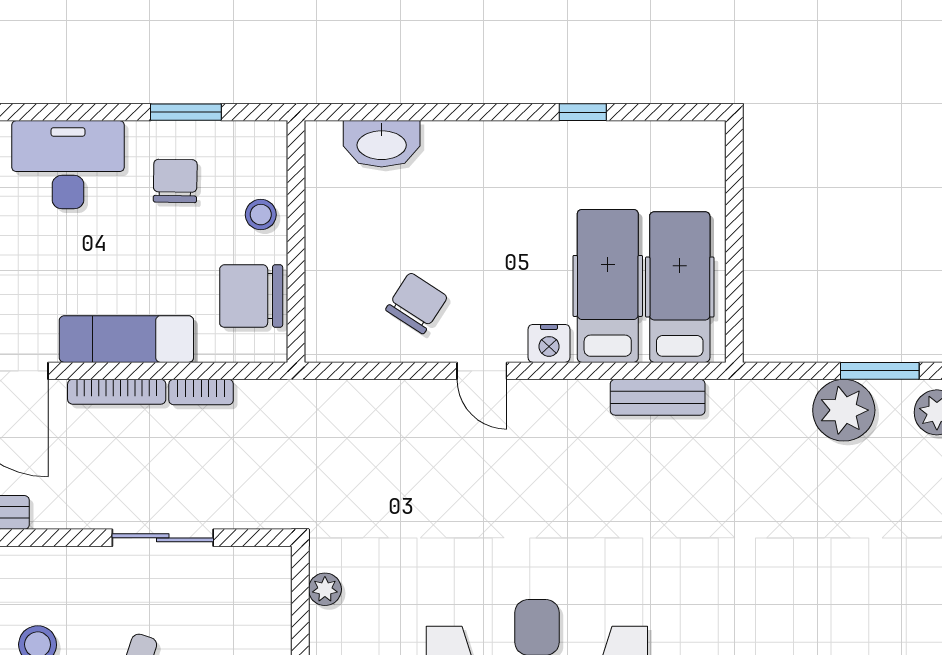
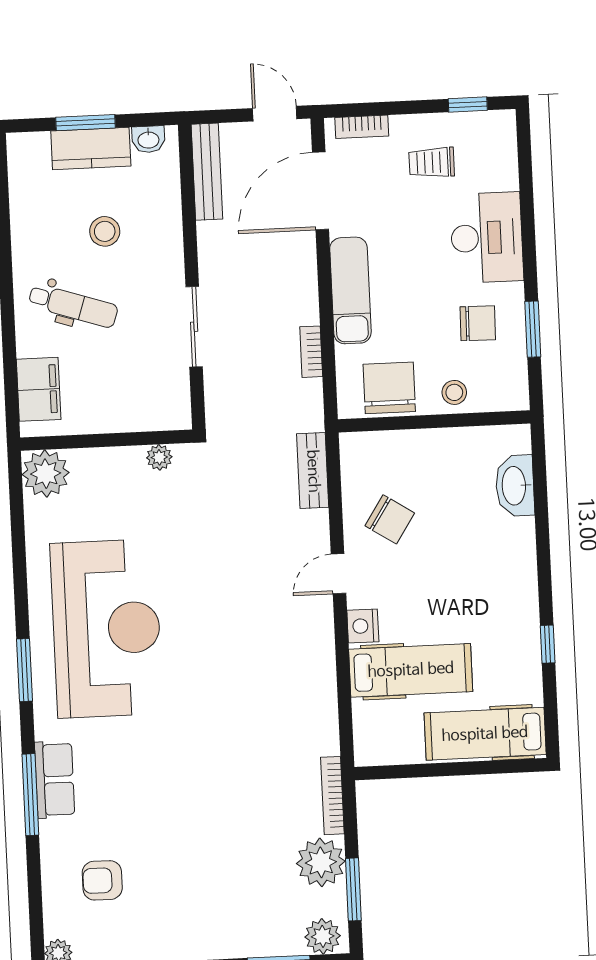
hospital bed: (680, 287) -> (485, 734), moved, turned 180
bookcase: (117, 392) -> (332, 796), moved
bench: (658, 397) -> (313, 471), moved

